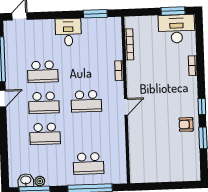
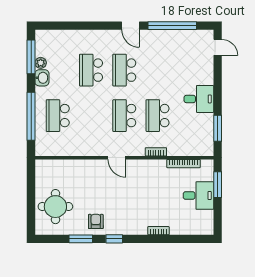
window: (173, 11) -> (218, 185), moved
desk: (177, 29) -> (198, 196), moved, width x0.73
school desk: (43, 72) -> (158, 116), moved
round table: (173, 163) -> (55, 207), added
washbasin: (26, 180) -> (42, 78), moved

